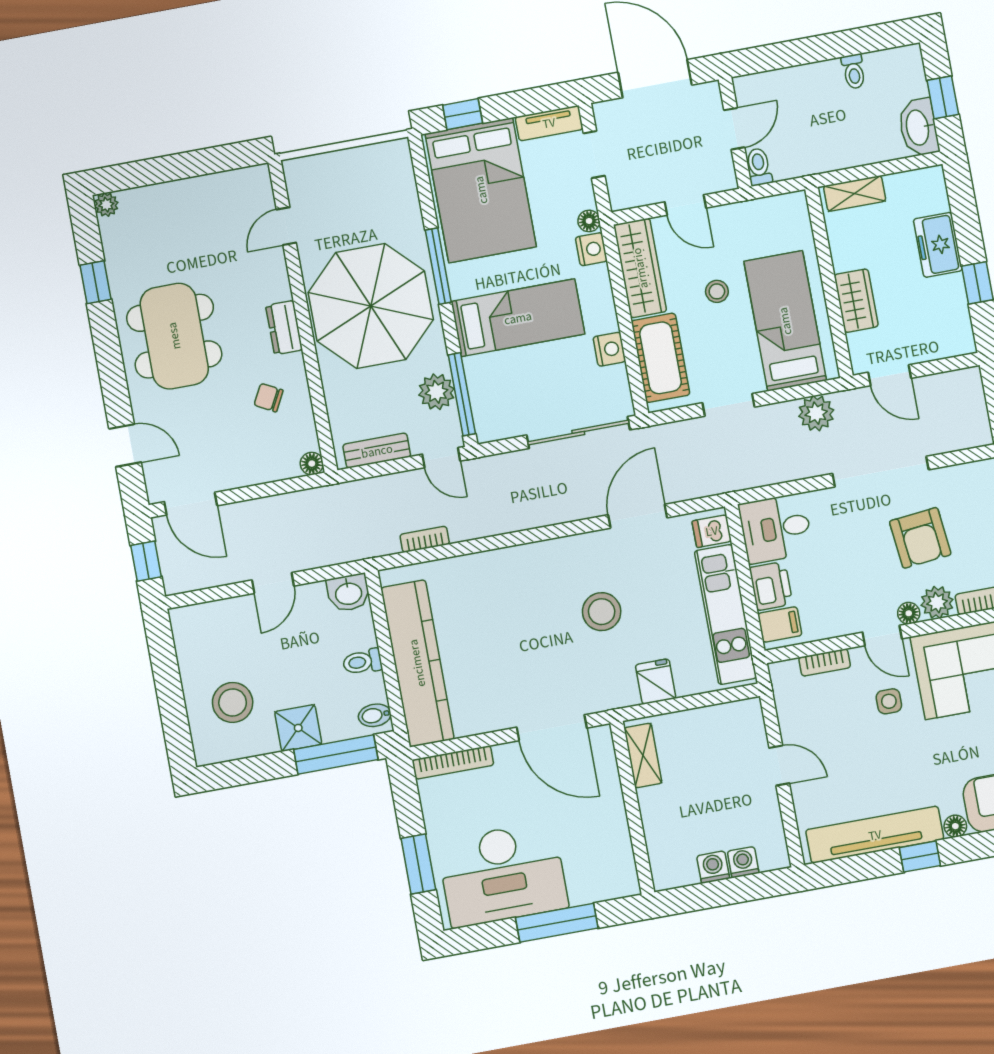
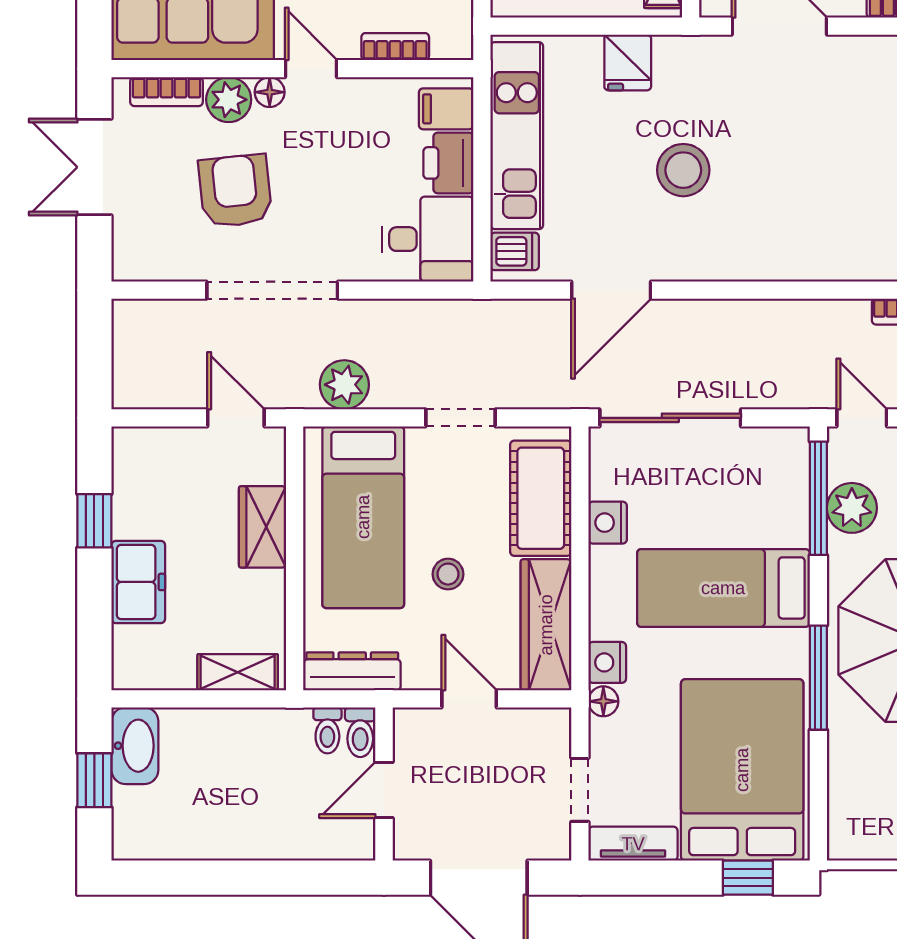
toilet: (854, 71) -> (327, 730), moved, turned 180
dresser: (773, 209) -> (352, 671), added

